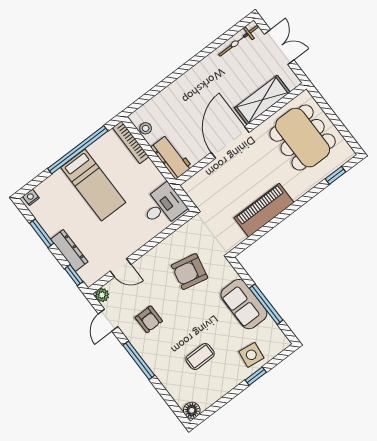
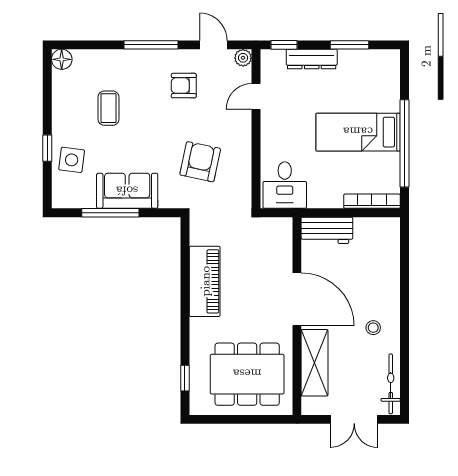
stool: (146, 128) -> (373, 328), moved
nightstand: (31, 197) -> (393, 61), removed

